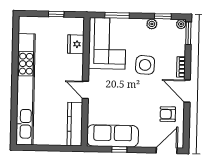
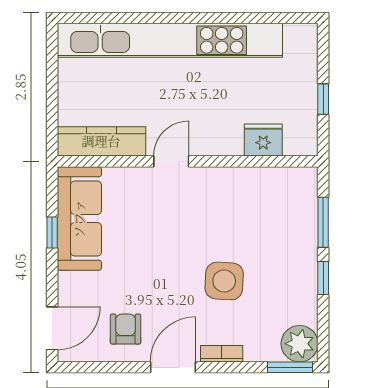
window: (163, 16) -> (323, 278), moved
plant: (152, 24) -> (307, 293), removed
plant: (181, 24) -> (300, 344), width x1.88, depth x1.88
corner sofa: (107, 43) -> (266, 204), removed
door: (167, 150) -> (52, 328), hinge flipped

